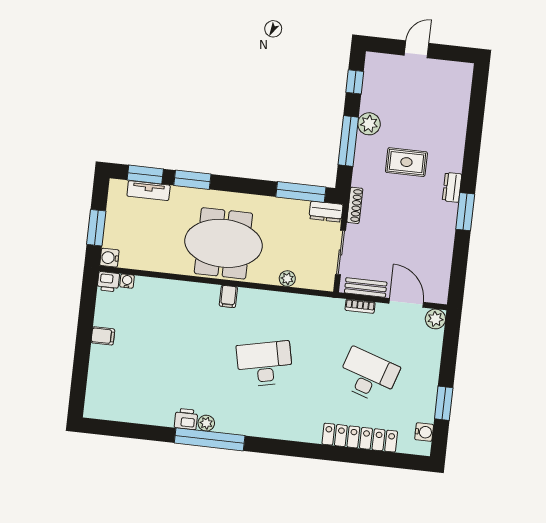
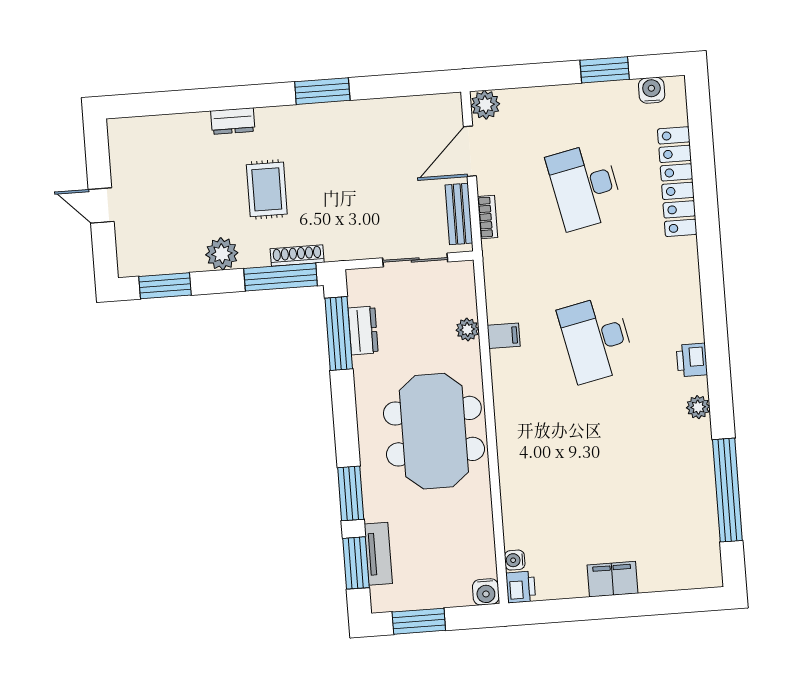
window: (355, 82) -> (165, 286), width x1.50
window: (348, 141) -> (281, 277), moved
dresser: (452, 187) -> (233, 121), moved
shoe rack: (355, 205) -> (297, 256), moved
dresser: (326, 212) -> (363, 330), moved
window: (96, 228) -> (419, 621), moved
filing cabinet: (228, 296) -> (504, 336), moved
filing cabinet: (103, 336) -> (612, 579), width x2.00
desk: (368, 375) -> (585, 186), turned -30
printer: (186, 419) -> (692, 360), moved
window: (210, 439) -> (727, 490), moved

